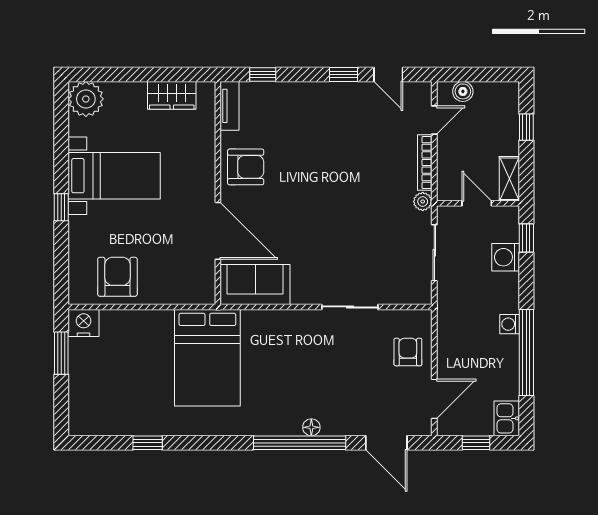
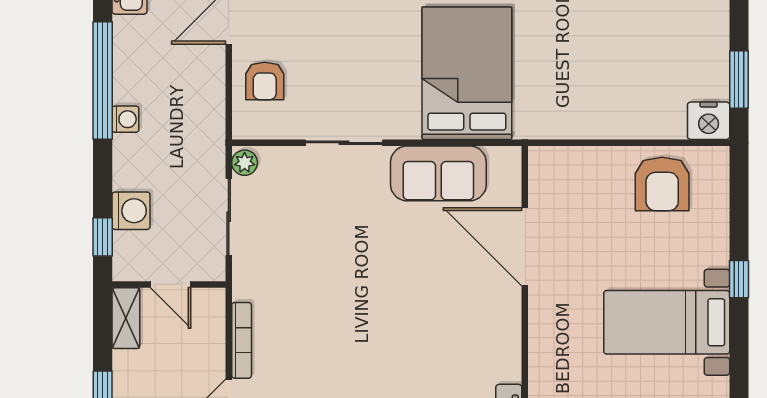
armchair: (246, 167) -> (487, 334), removed
plant: (423, 201) -> (245, 163), moved
sofa: (255, 285) -> (438, 173), moved
bed: (207, 358) -> (467, 73), moved

